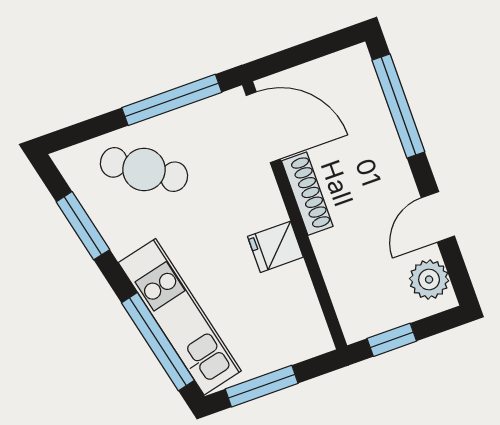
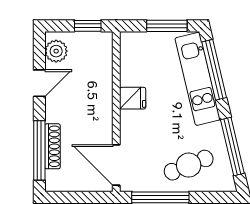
cafe table: (144, 170) -> (189, 165), turned -55
shoe rack: (307, 194) -> (53, 146), moved, turned 180
window: (83, 226) -> (232, 147), width x1.44

